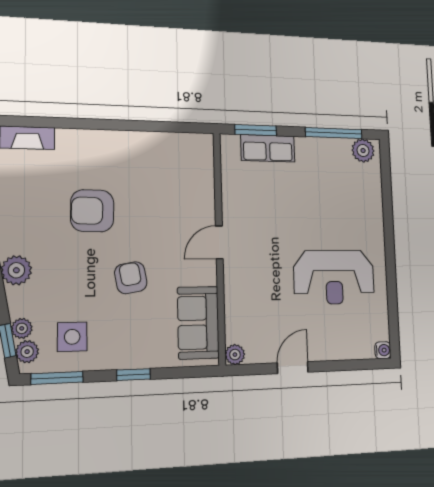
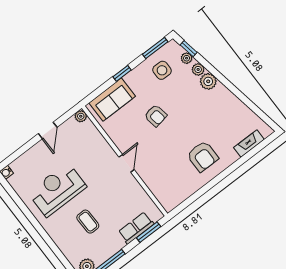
coffee table: (323, 205) -> (88, 222), added
armchair: (92, 211) -> (203, 156), moved, turned 89
sofa: (198, 323) -> (112, 100), moved, turned 90
plant: (27, 352) -> (198, 69), moved

